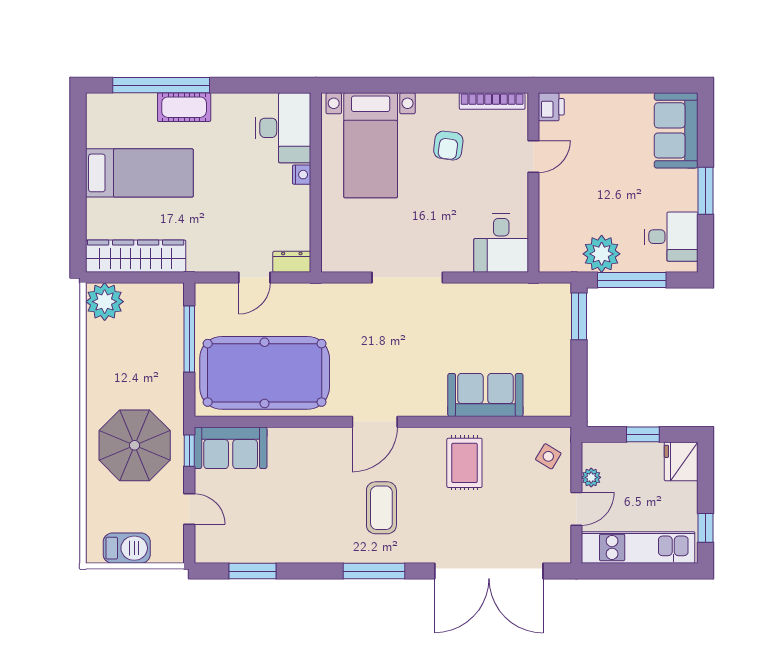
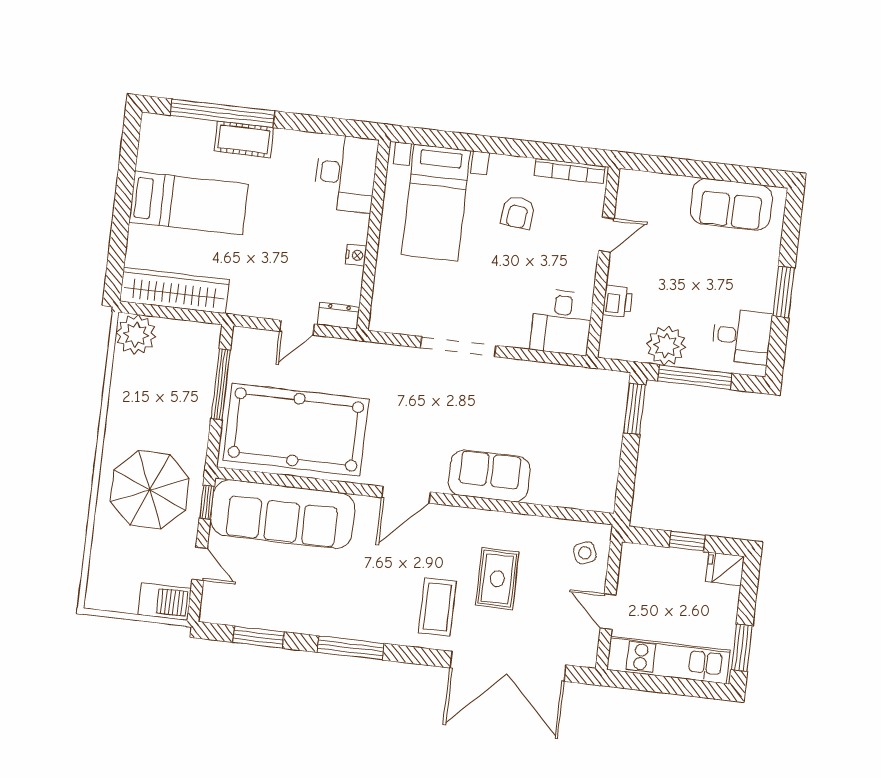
printer: (551, 107) -> (618, 301), moved
sofa: (676, 130) -> (731, 204), moved, turned -90
nightstand: (302, 175) -> (356, 255), moved
sofa: (485, 395) -> (489, 476), moved
sofa: (231, 448) -> (283, 514), width x1.85, depth x1.27
side table: (548, 456) -> (585, 553), turned 38
fridge: (681, 461) -> (725, 569), width x0.72
rug: (464, 463) -> (497, 579), moved
plant: (591, 477) -> (627, 580), removed
coffee table: (381, 508) -> (437, 607), moved
door: (576, 509) -> (608, 612), swing flipped
window: (705, 528) -> (742, 648), width x1.50
barbecue: (127, 548) -> (165, 602), moved
window: (374, 571) -> (351, 648), moved

